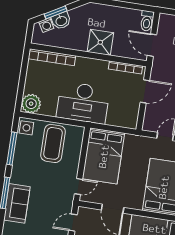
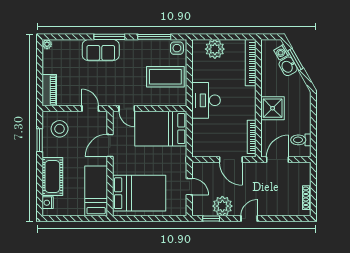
toilet: (147, 21) -> (301, 140), moved
desk: (83, 103) -> (206, 100), width x0.73, depth x0.77
plant: (31, 104) -> (215, 49), moved

